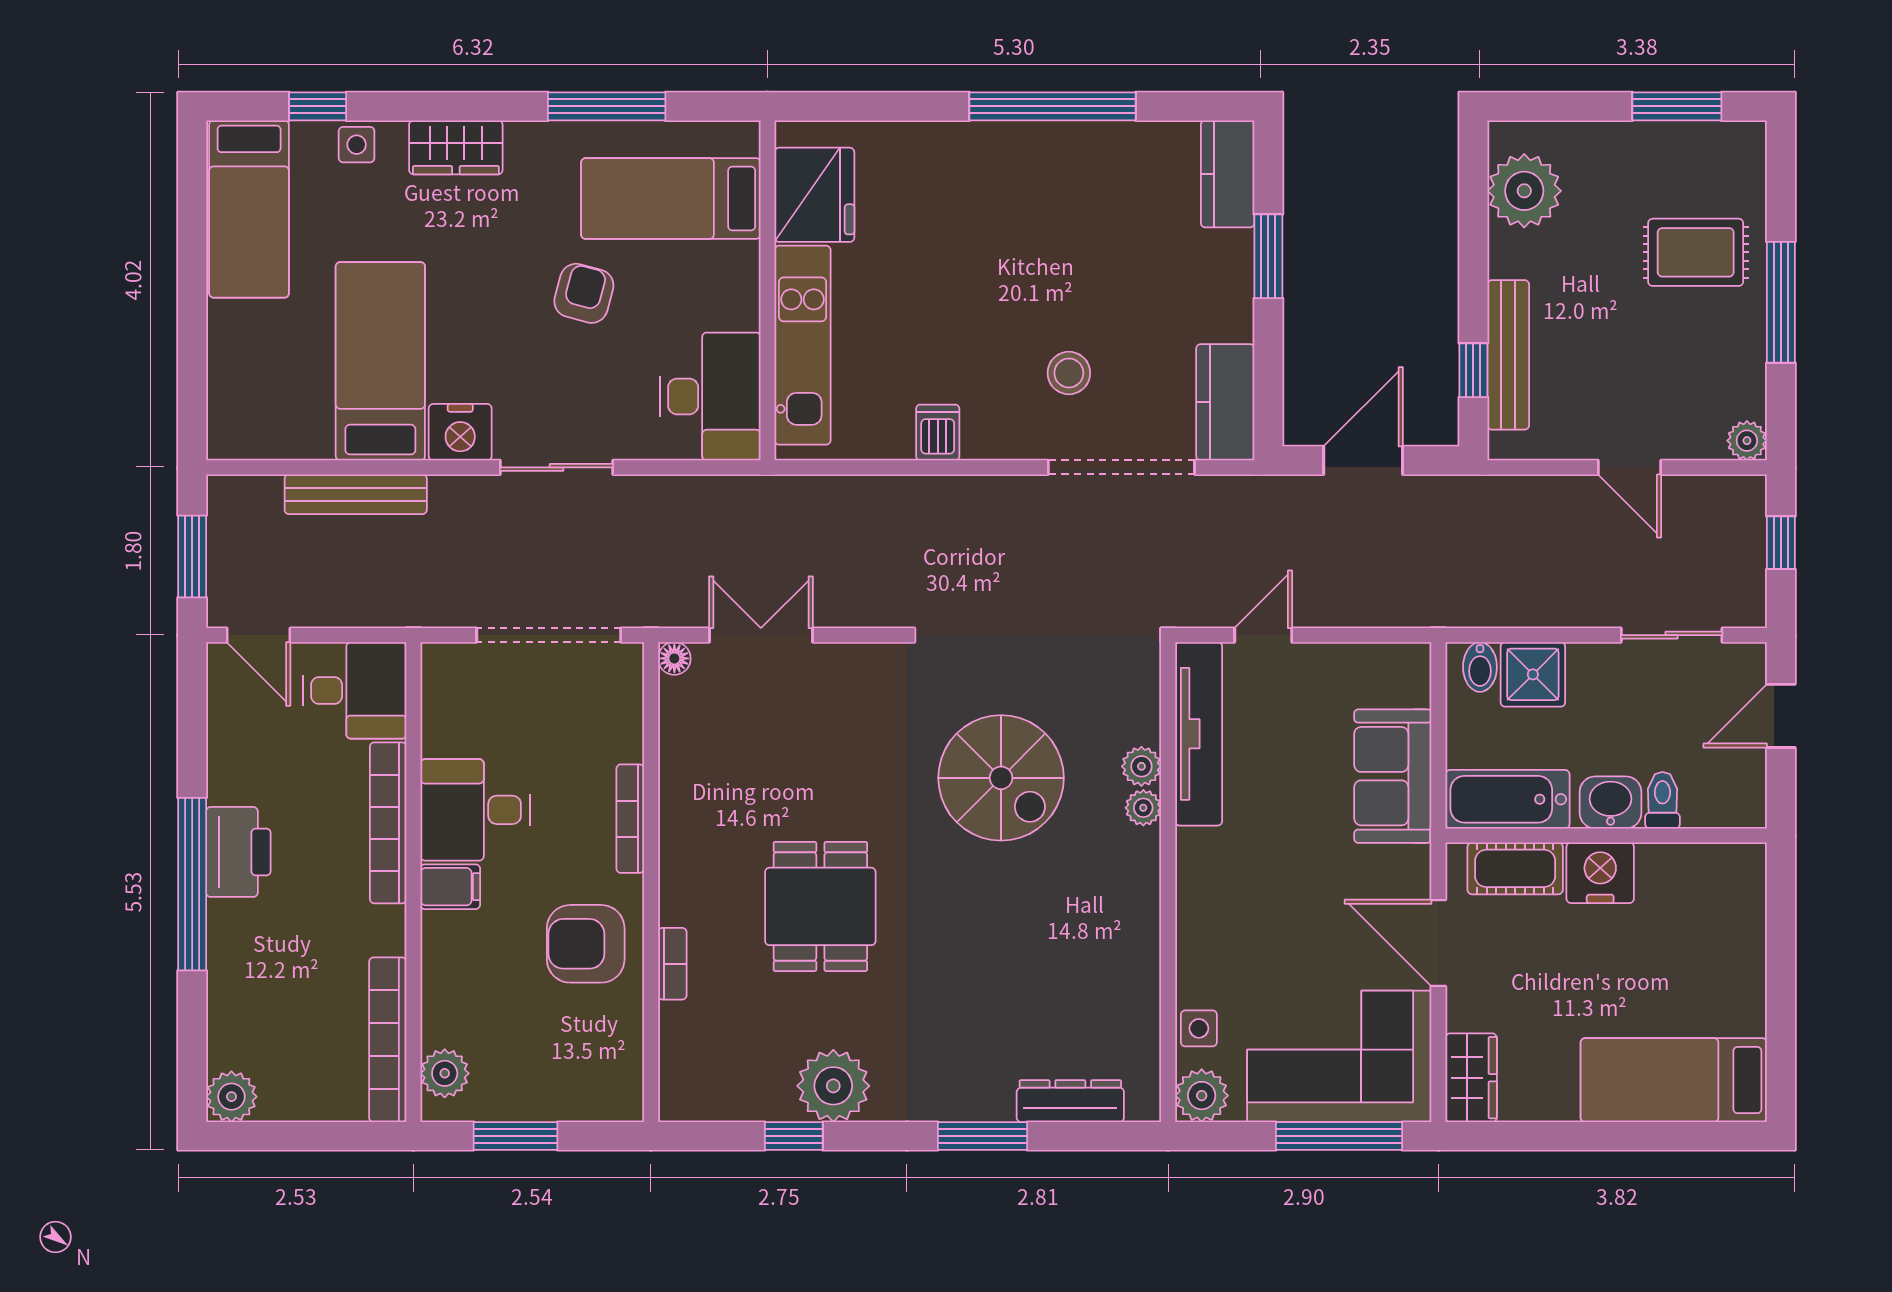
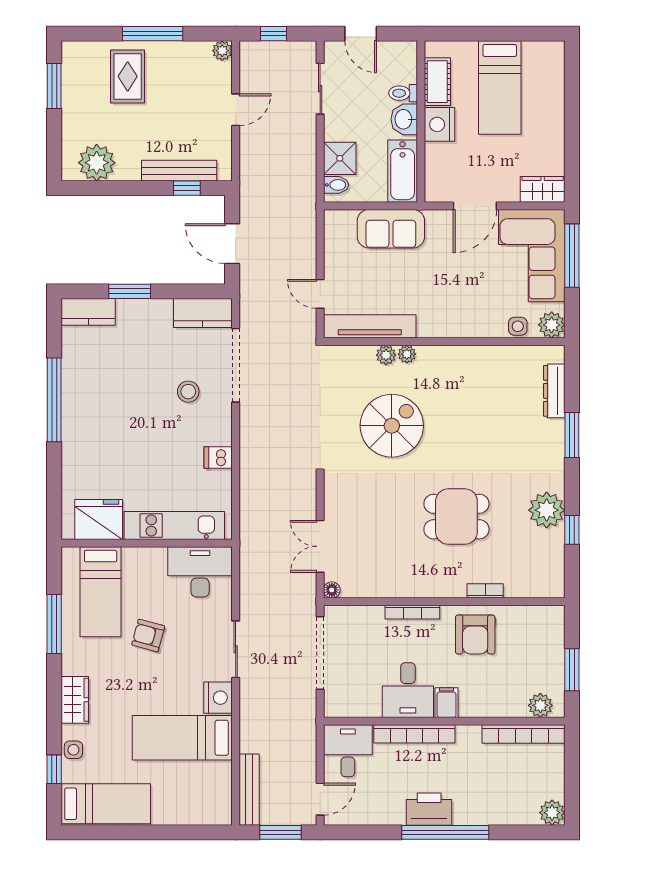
bench: (356, 494) -> (249, 790), moved
cot: (1515, 868) -> (437, 82), moved
bed: (1674, 1080) -> (500, 87), moved

